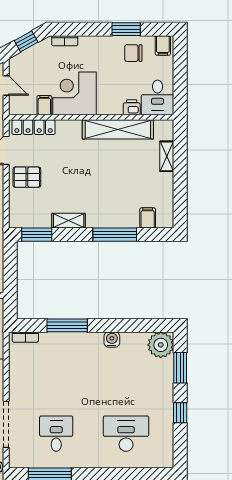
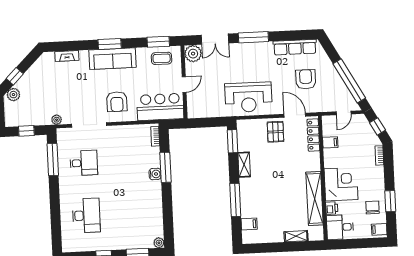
corner desk: (74, 93) -> (341, 184), moved
water cooler: (112, 340) -> (155, 174), moved
plant: (161, 345) -> (159, 243), width x0.53, depth x0.53

